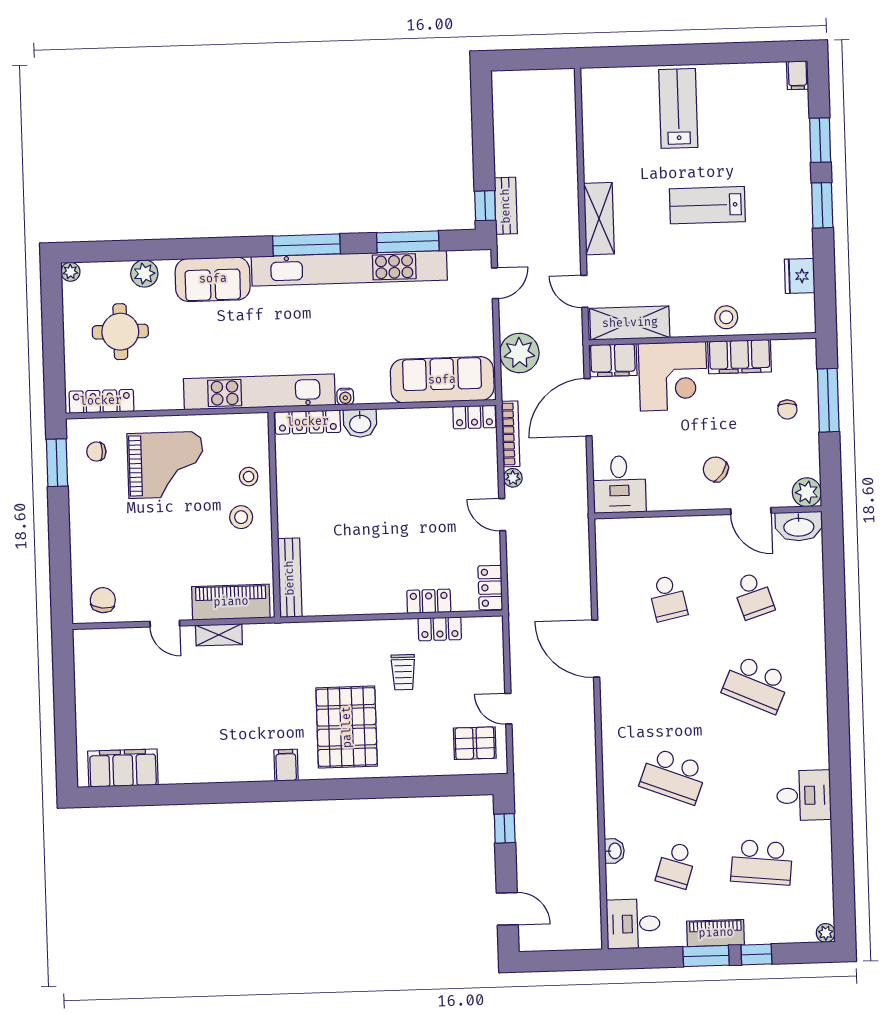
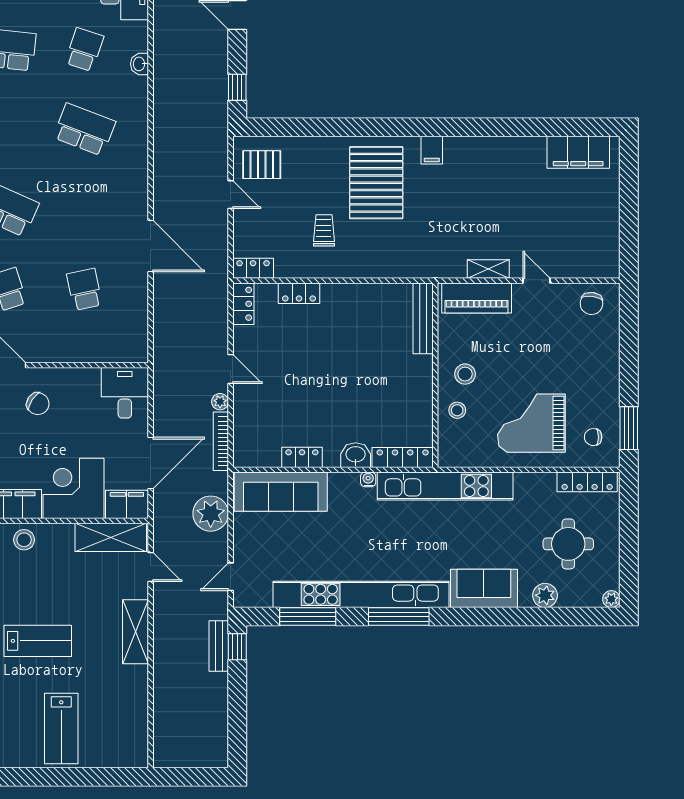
locker: (474, 417) -> (302, 457), moved
chair: (96, 451) -> (593, 437), turned 180
locker: (440, 629) -> (253, 268), moved

